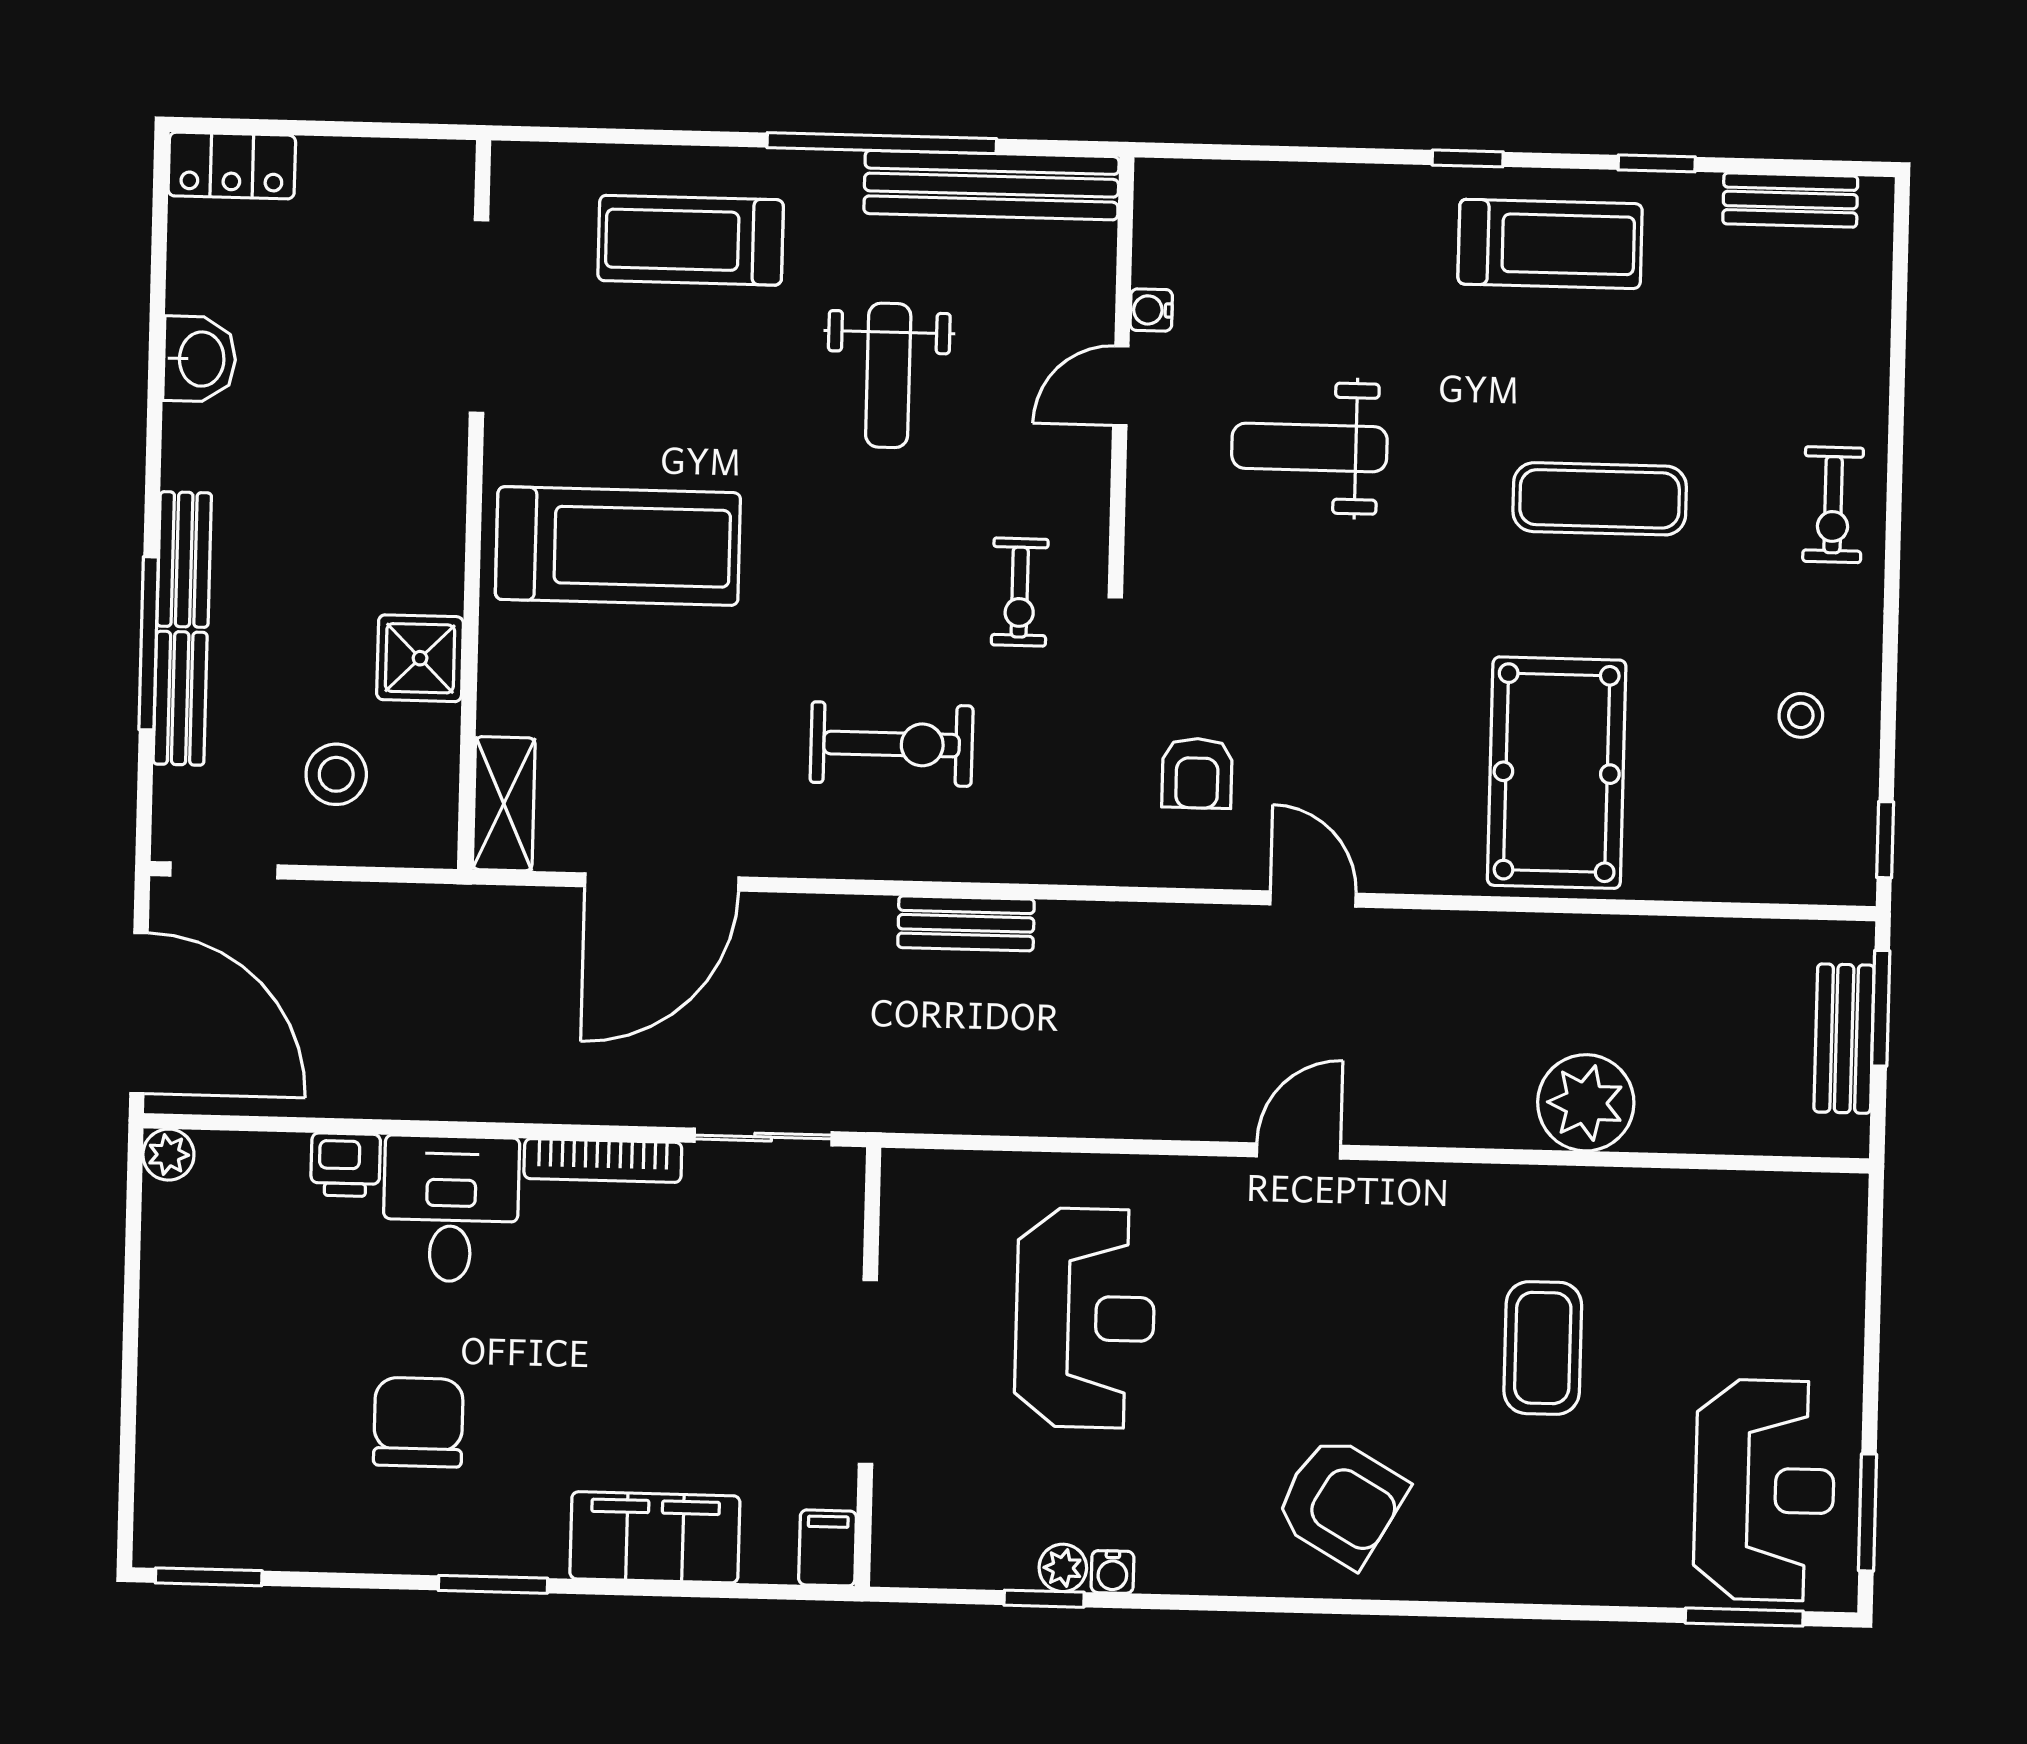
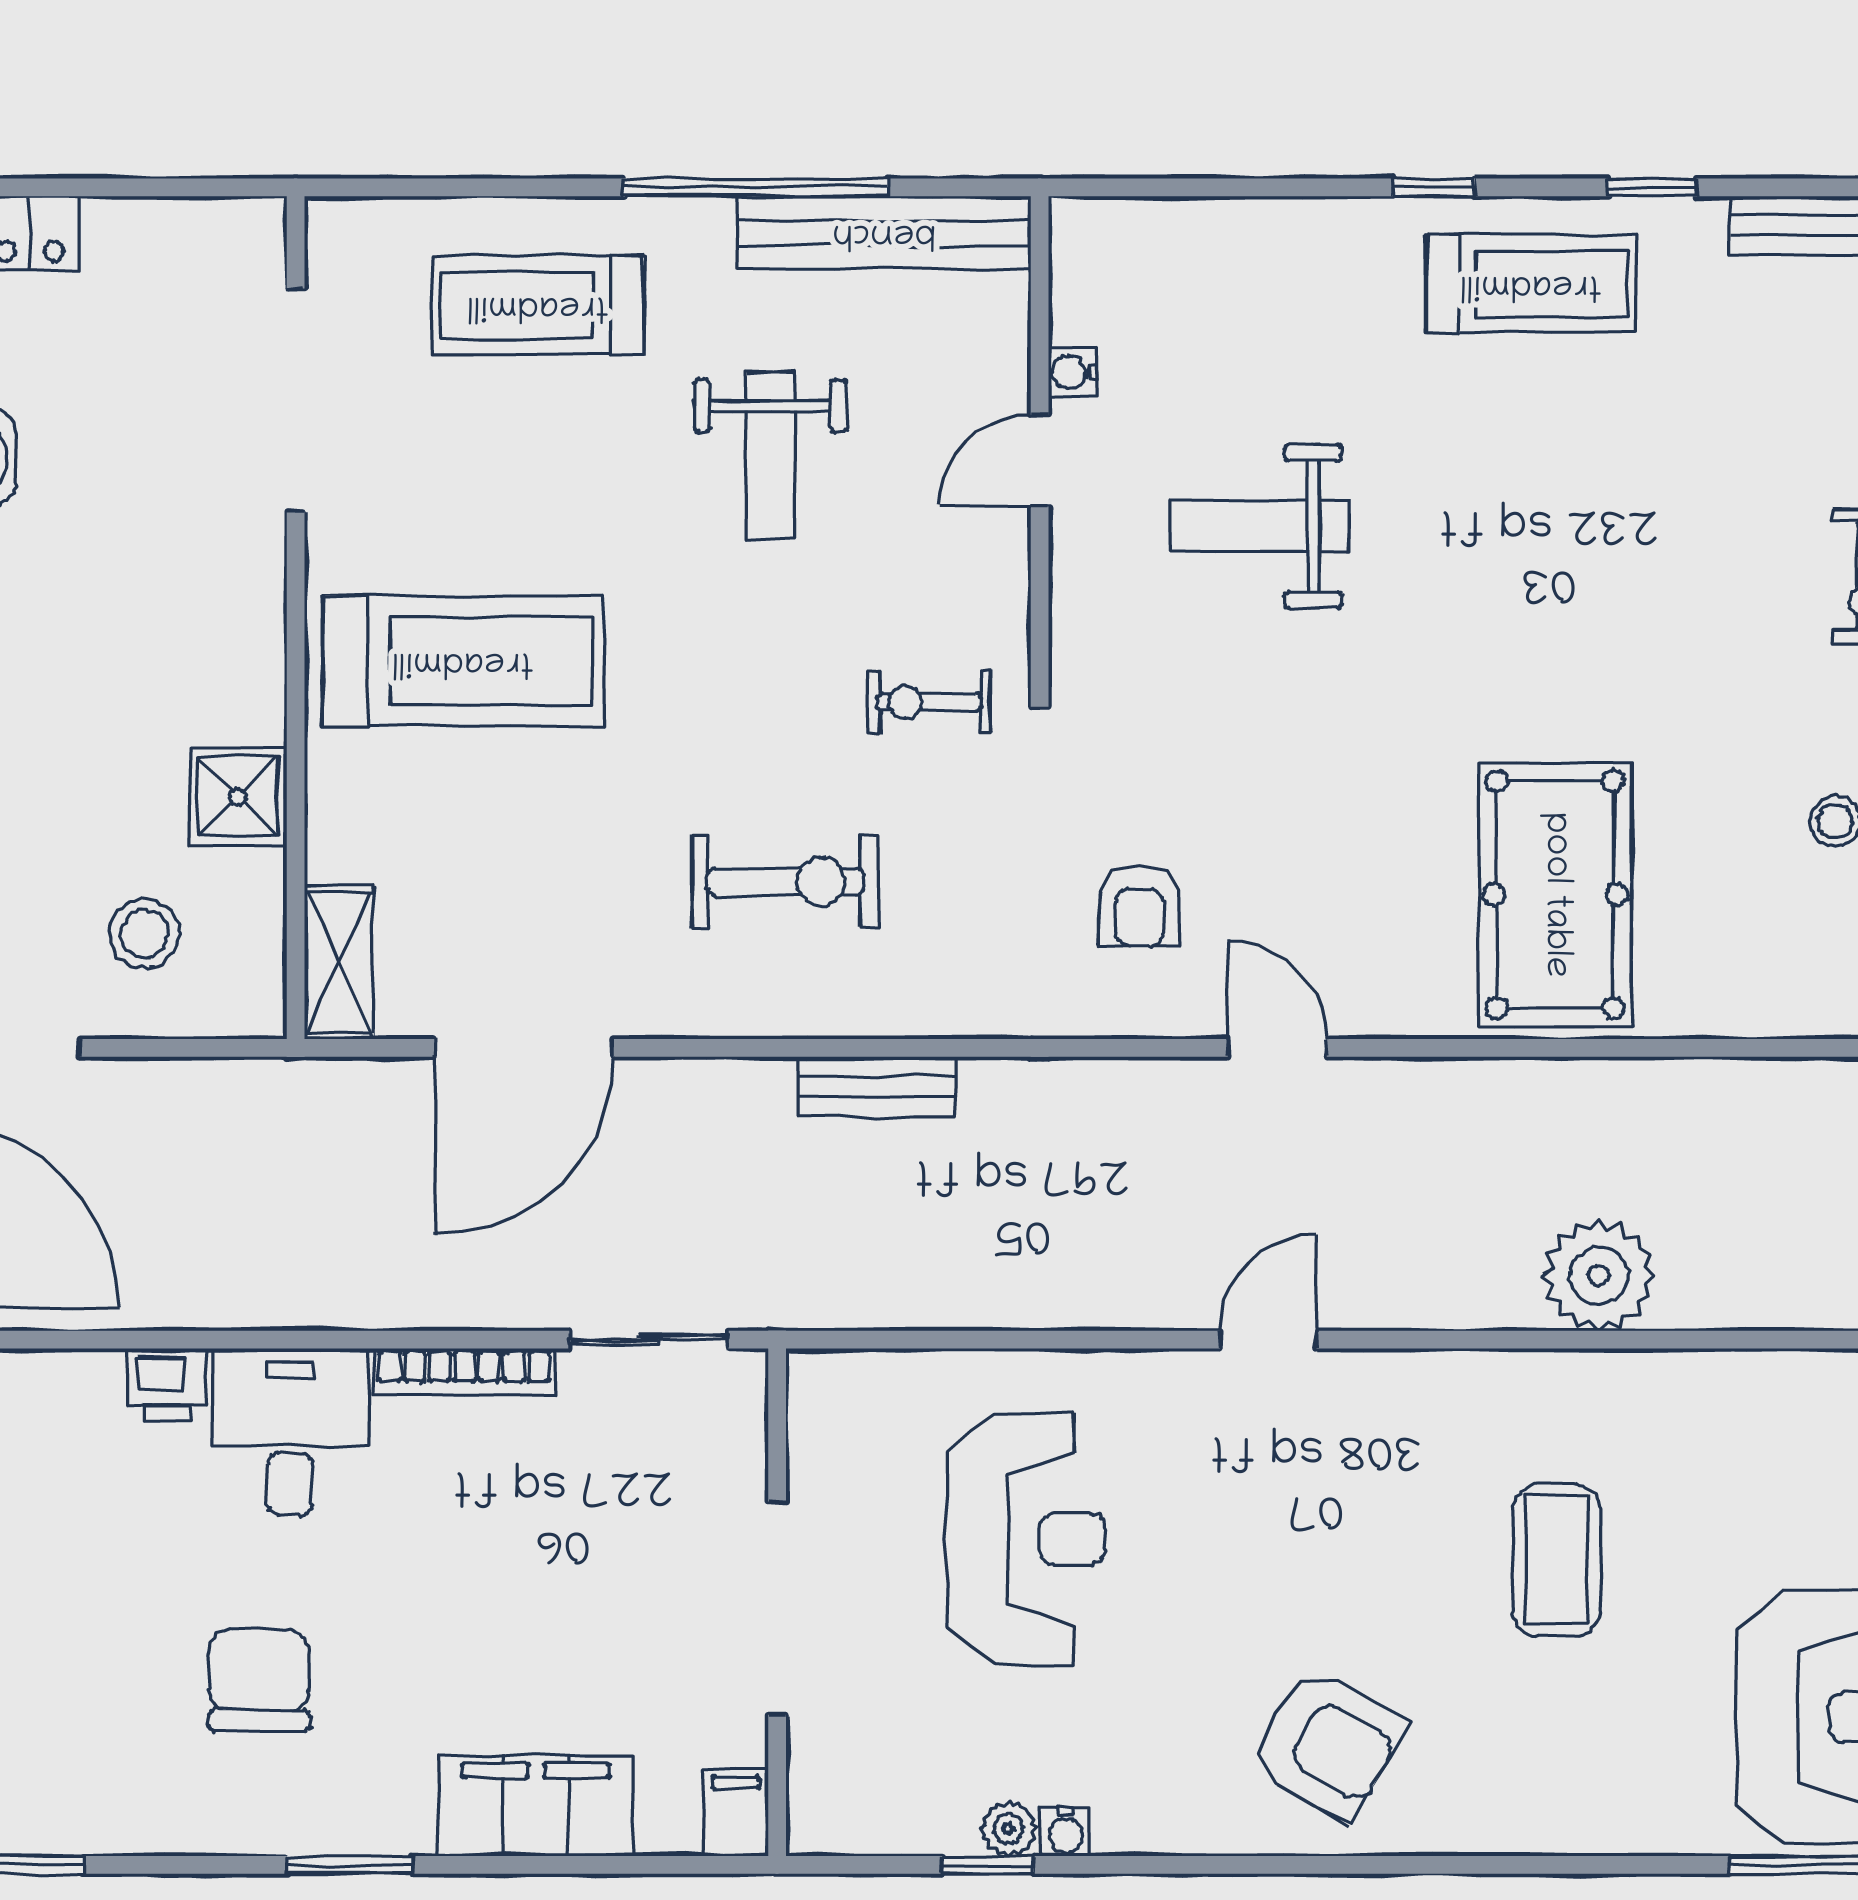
exercise mat: (1600, 499) -> (1596, 577), removed
exercise bike: (1020, 592) -> (929, 702), turned 90

